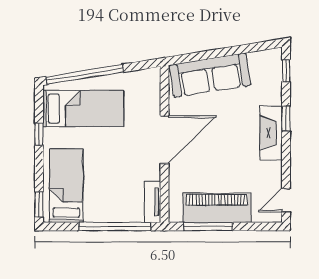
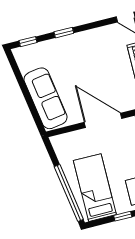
fireplace: (271, 133) -> (78, 41), removed

